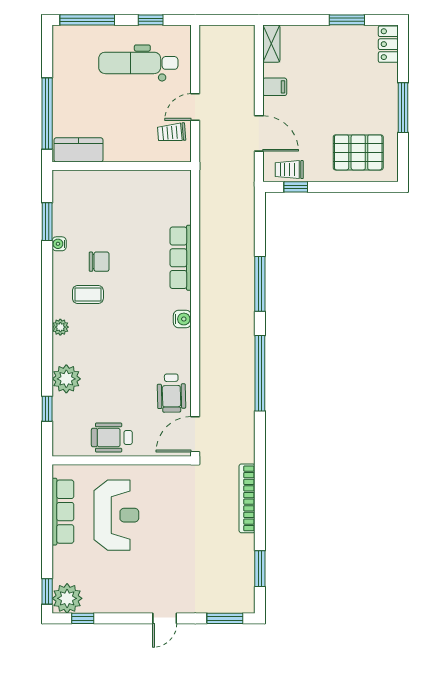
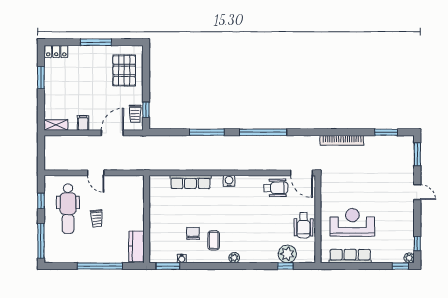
trolley: (172, 133) -> (97, 218), moved
kitchen counter: (78, 150) -> (136, 246), moved
wall: (122, 166) -> (147, 219), moved
plant: (66, 379) -> (287, 254), moved
plant: (67, 598) -> (409, 258), width x0.53, depth x0.53

